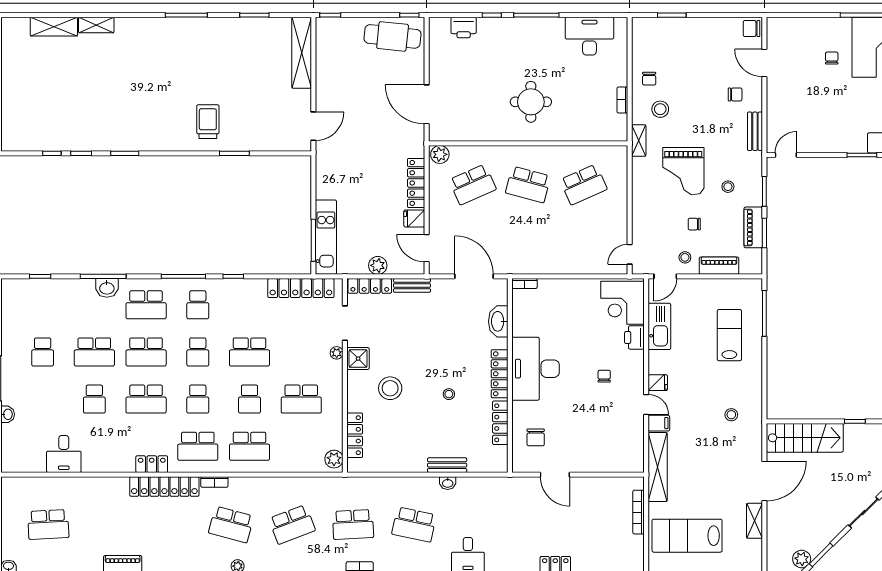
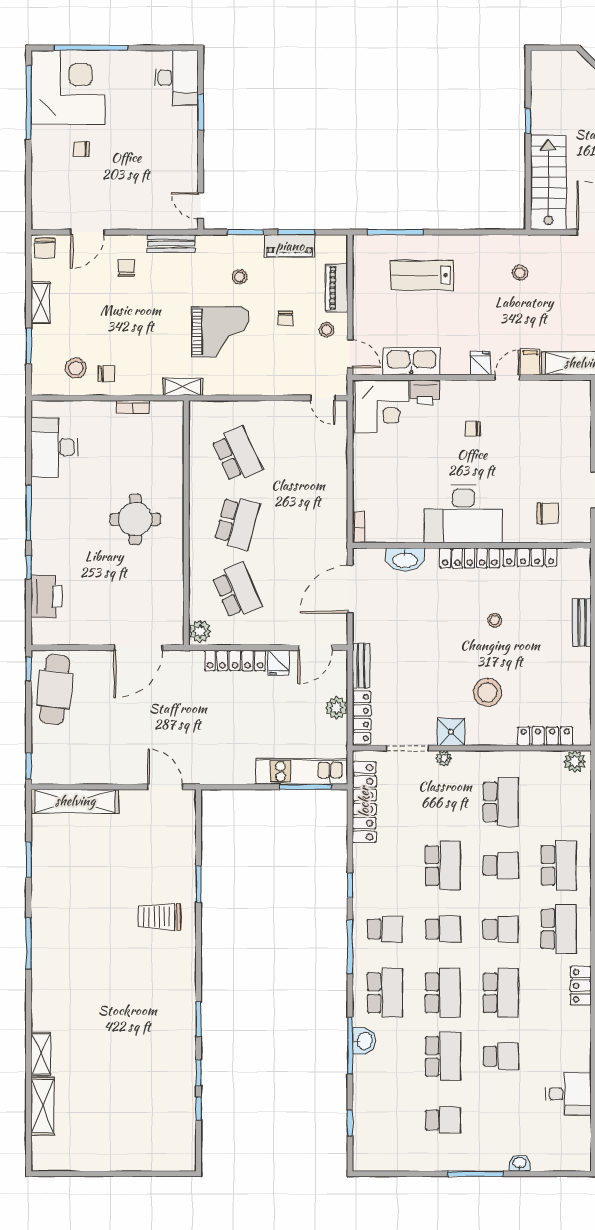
shelving: (707, 25) -> (40, 303), added
printer: (464, 28) -> (46, 596), width x1.37, depth x1.19
stool: (660, 109) -> (76, 368), moved

